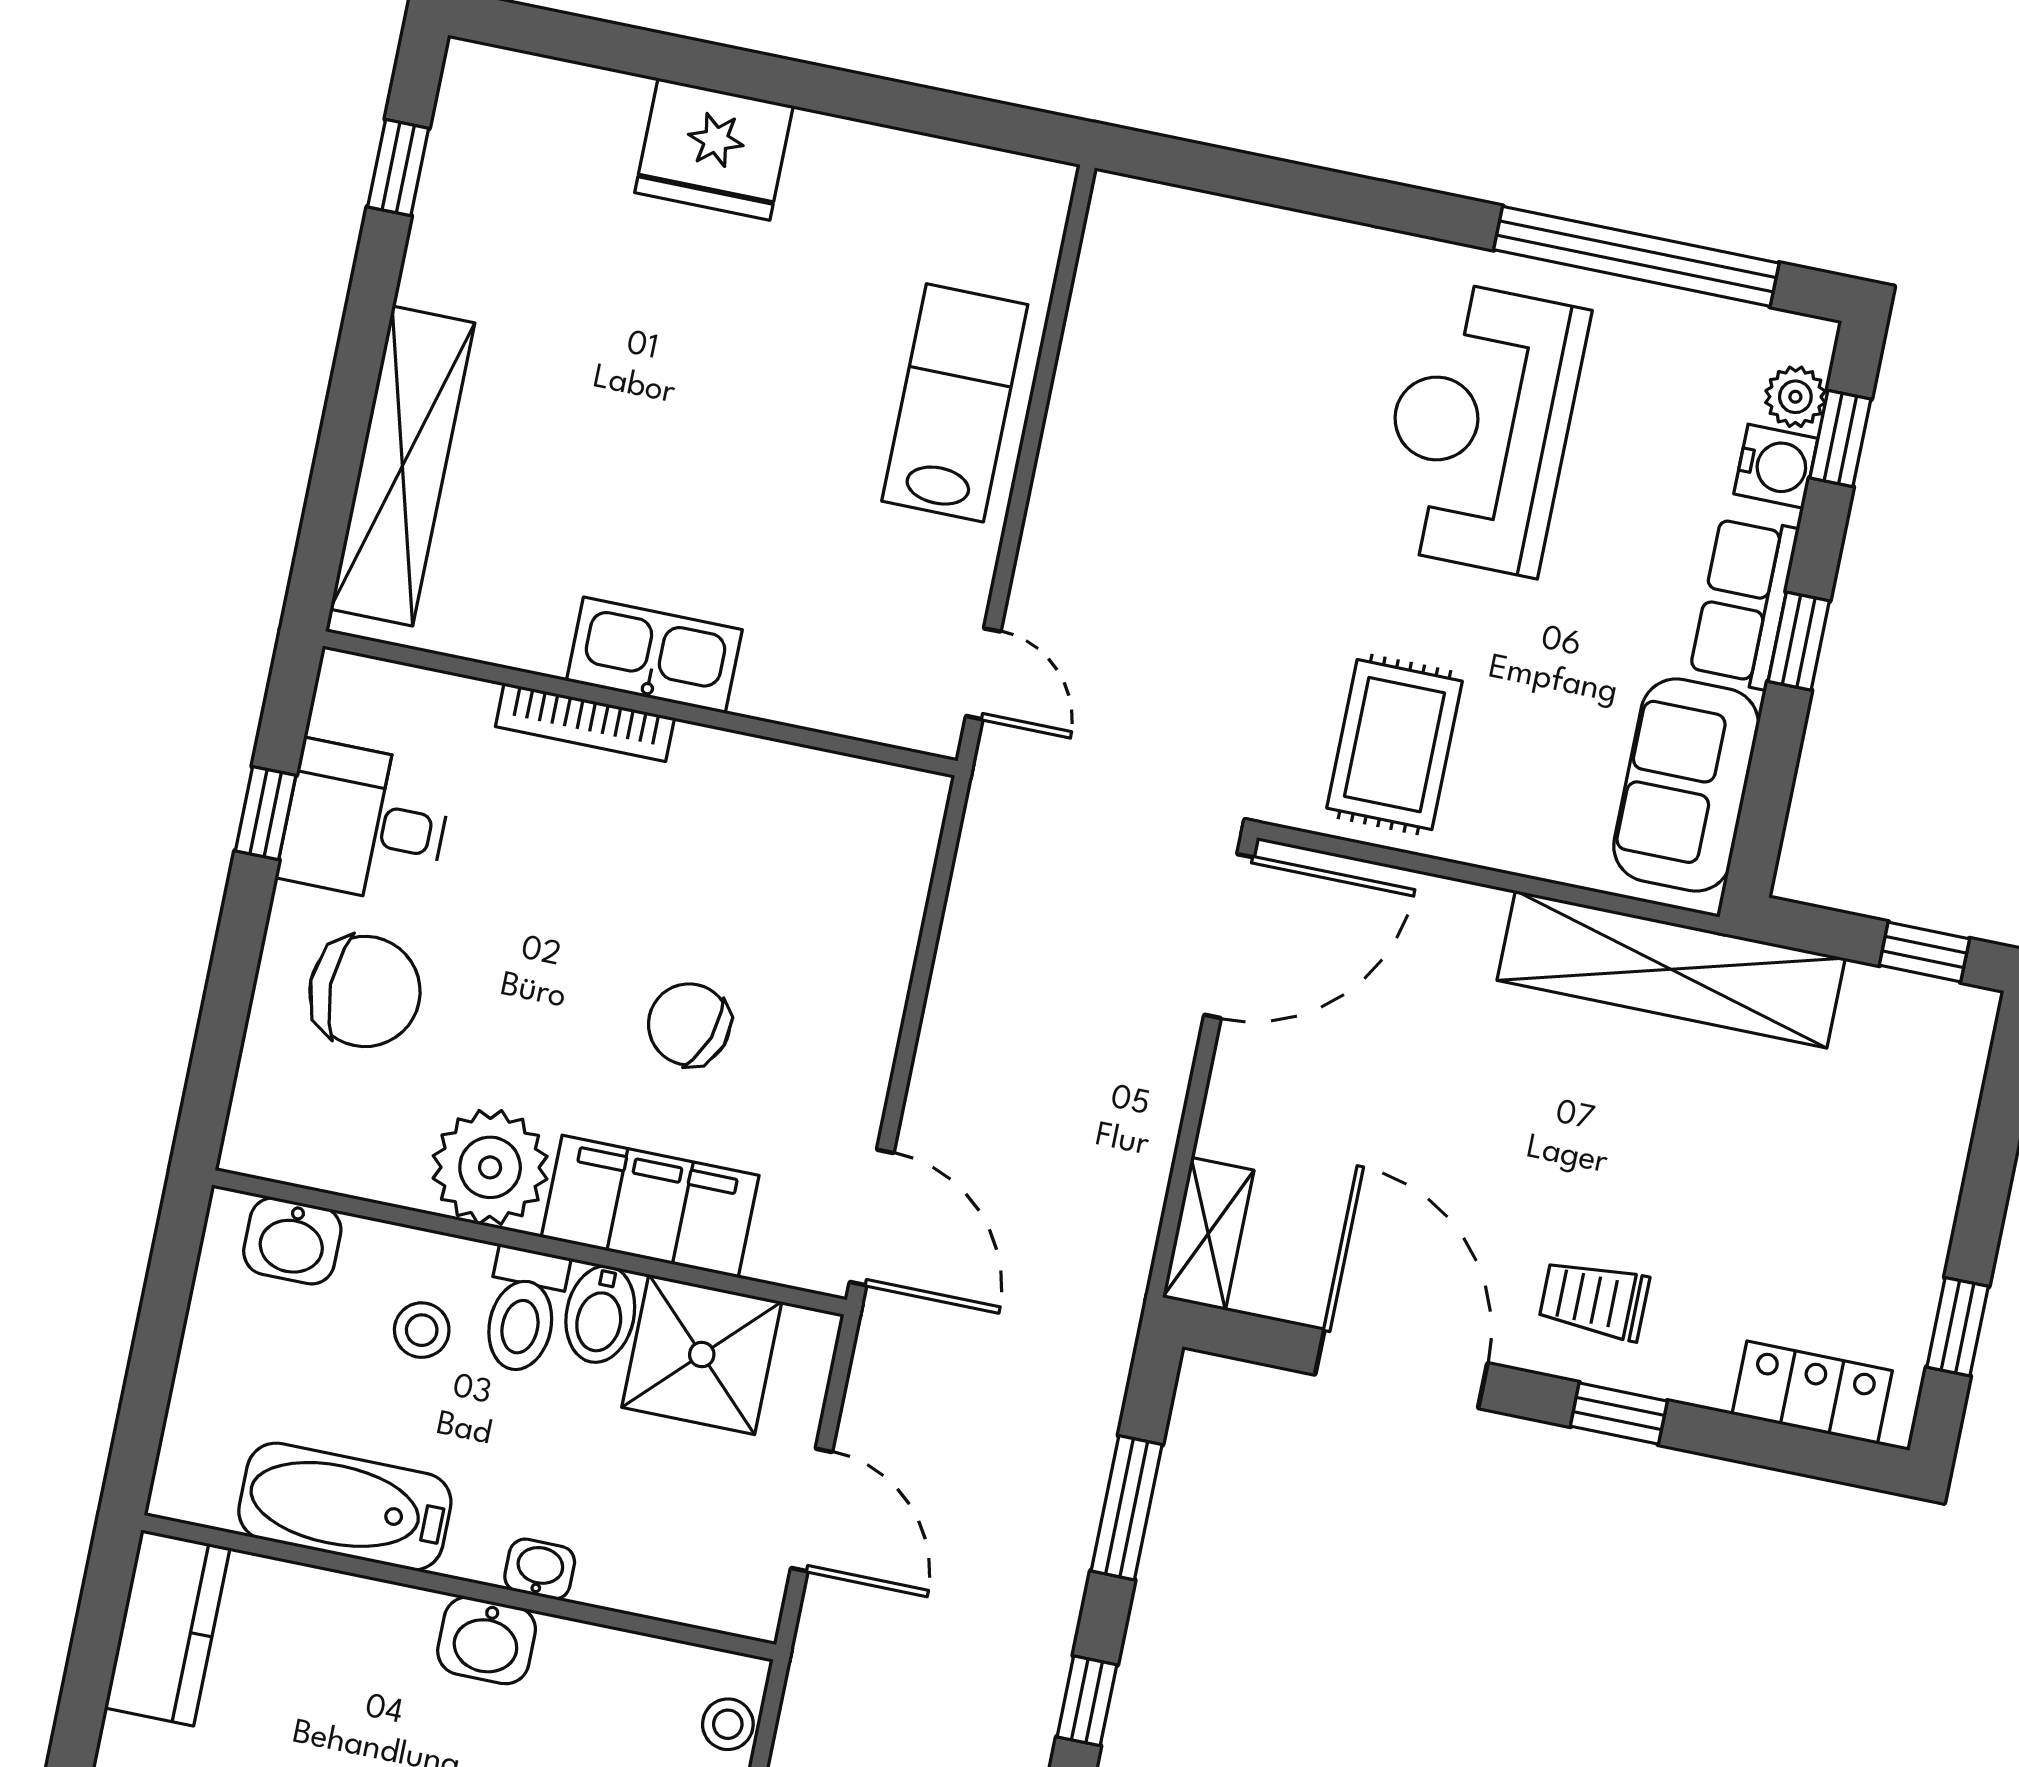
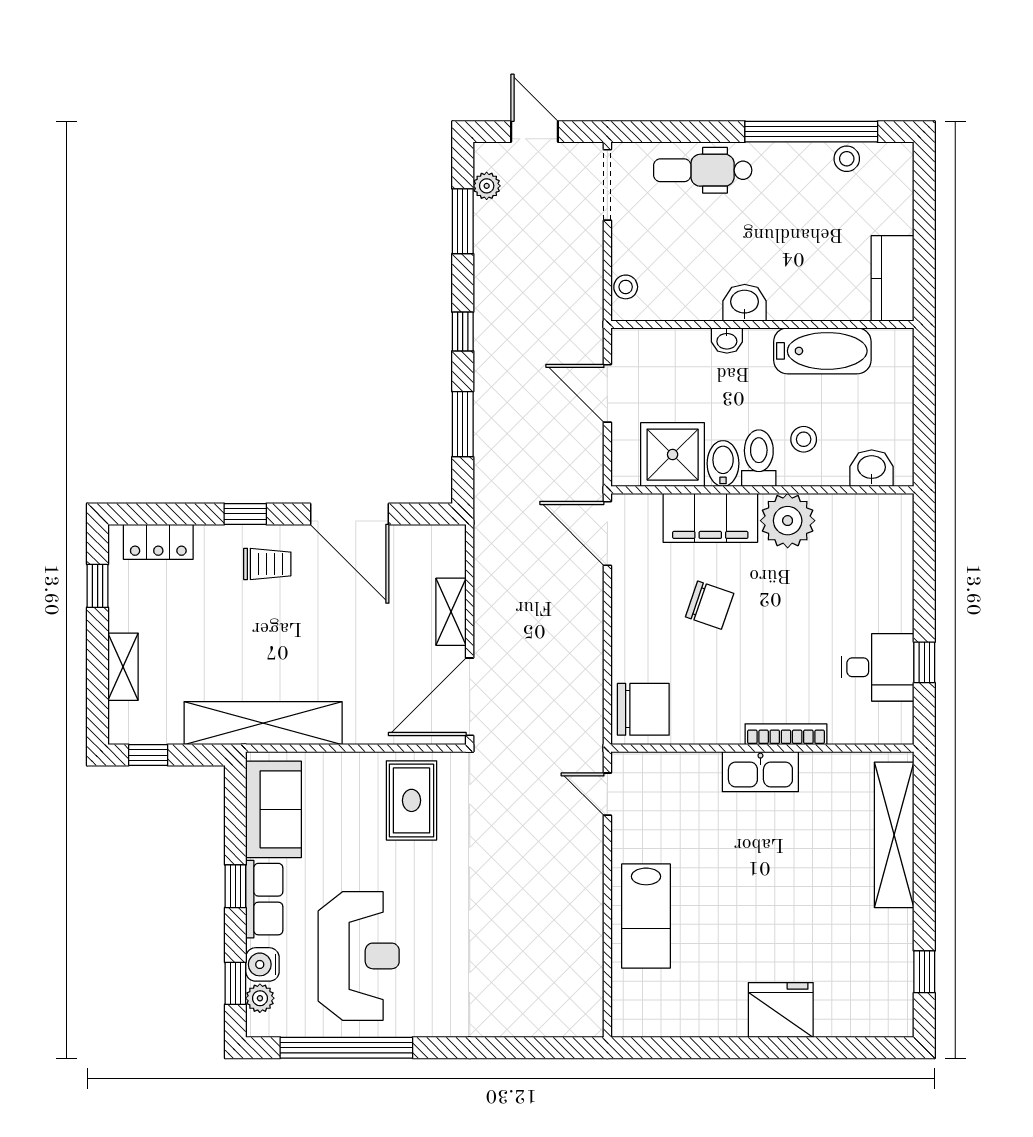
reception desk: (1480, 427) -> (359, 956), moved
chair: (365, 991) -> (643, 709), moved, turned 180
shelving: (1939, 1147) -> (123, 667), added
shelving: (1208, 1234) -> (451, 612), moved

